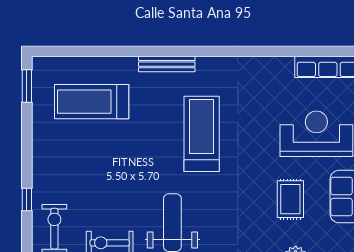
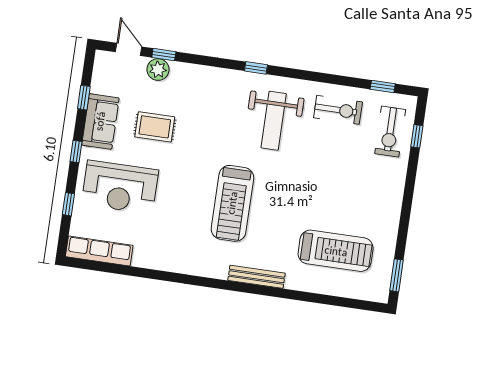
rug: (290, 199) -> (155, 127), turned 90
window: (27, 200) -> (417, 136), moved

